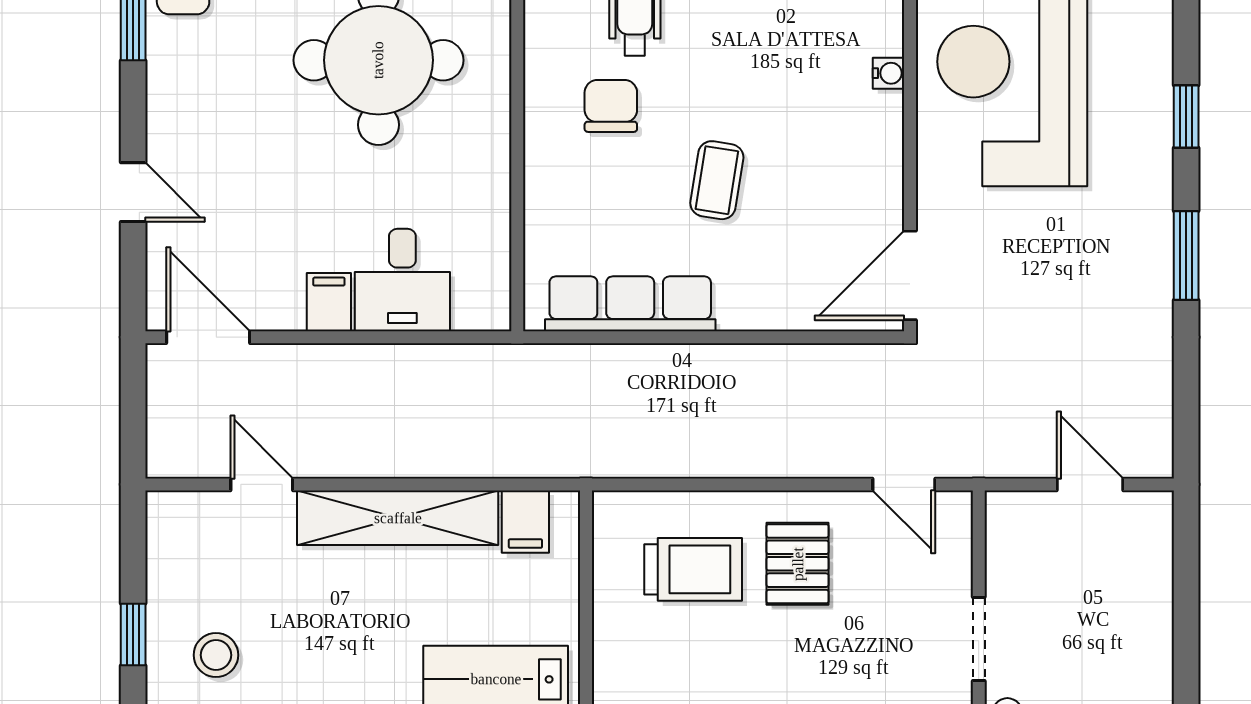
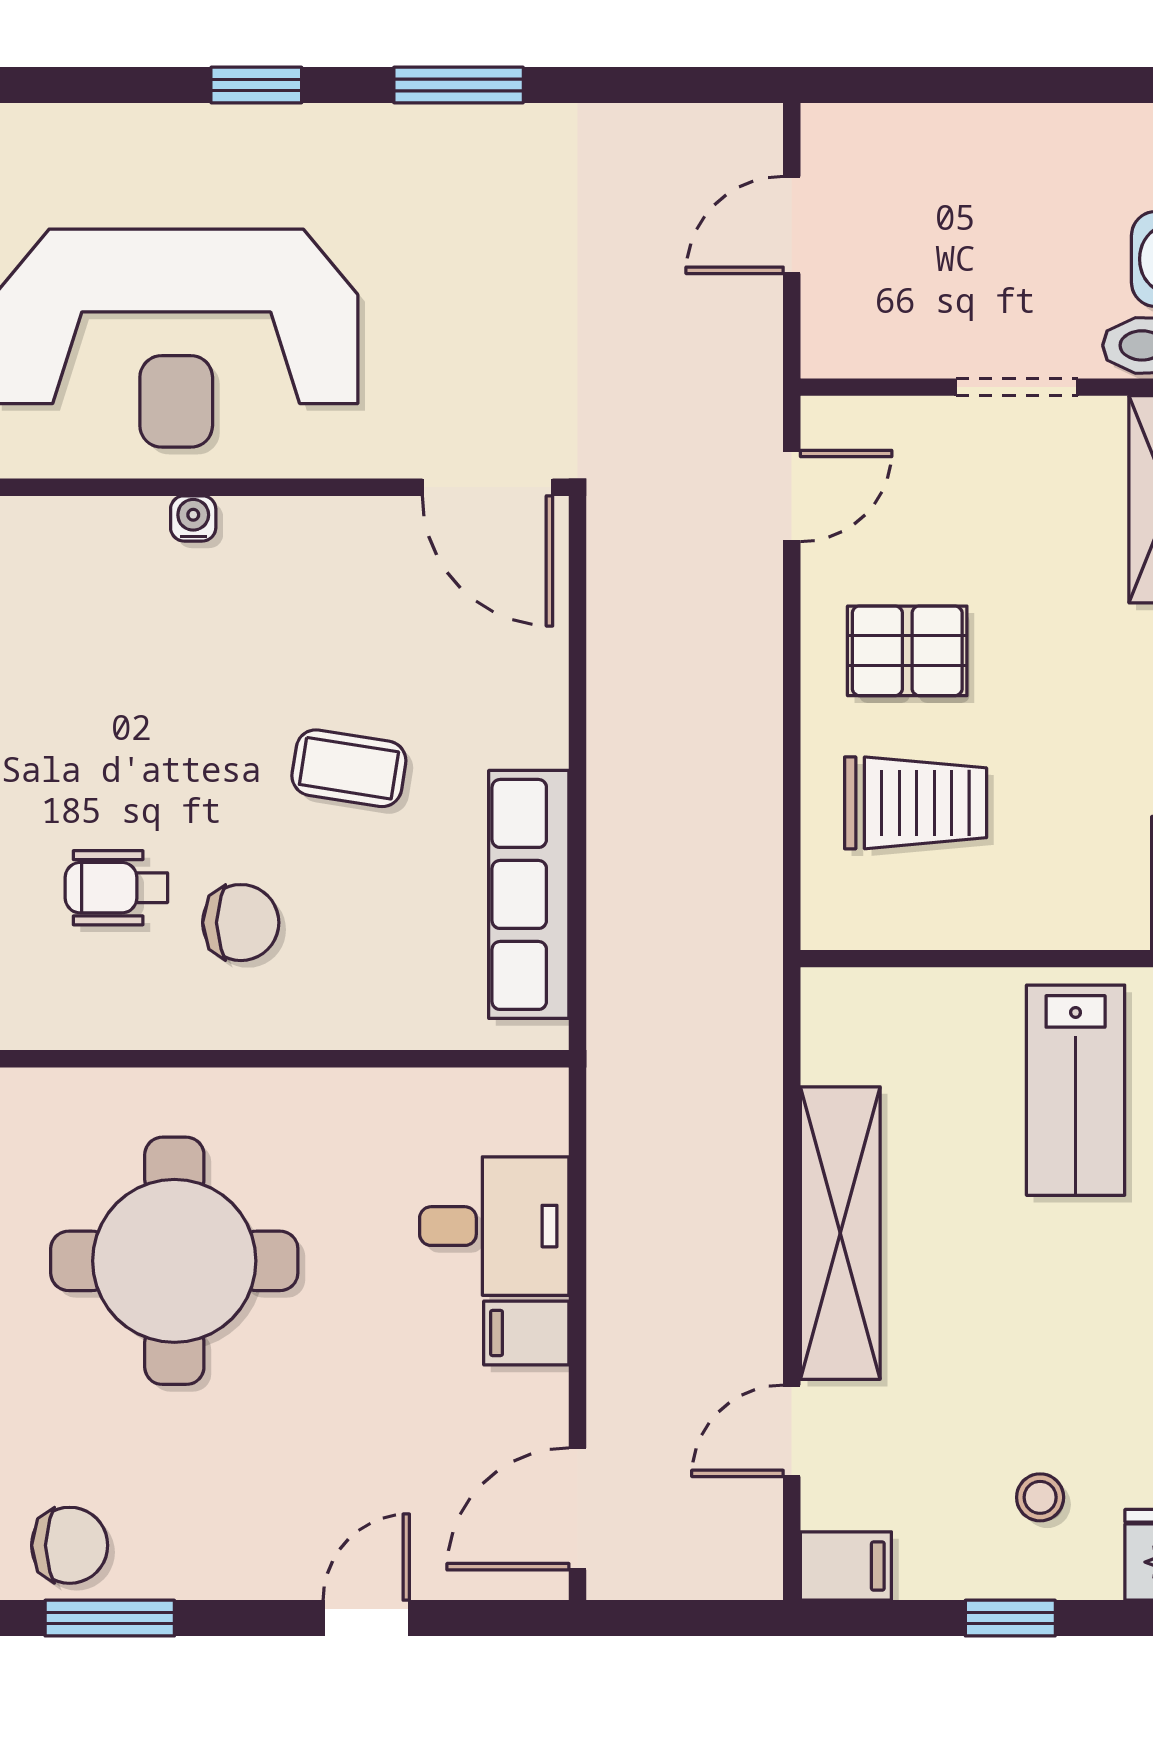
chair: (611, 106) -> (241, 923), turned 180
filing cabinet: (525, 522) -> (846, 1566), moved
trolley: (693, 569) -> (916, 803), turned 90
stool: (216, 655) -> (1040, 1497), width x0.73, depth x0.73

